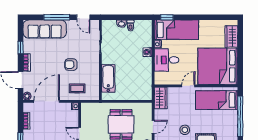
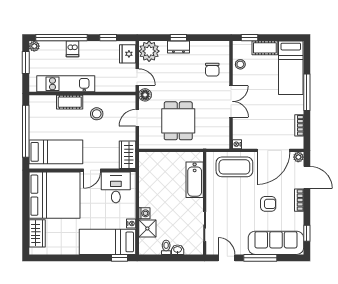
shower: (145, 40) -> (147, 228), added
window: (20, 48) -> (307, 233), moved
desk: (166, 60) -> (116, 187), moved, turned -90
armchair: (71, 65) -> (268, 204), moved
coffee table: (77, 88) -> (234, 167), width x1.86, depth x1.72

